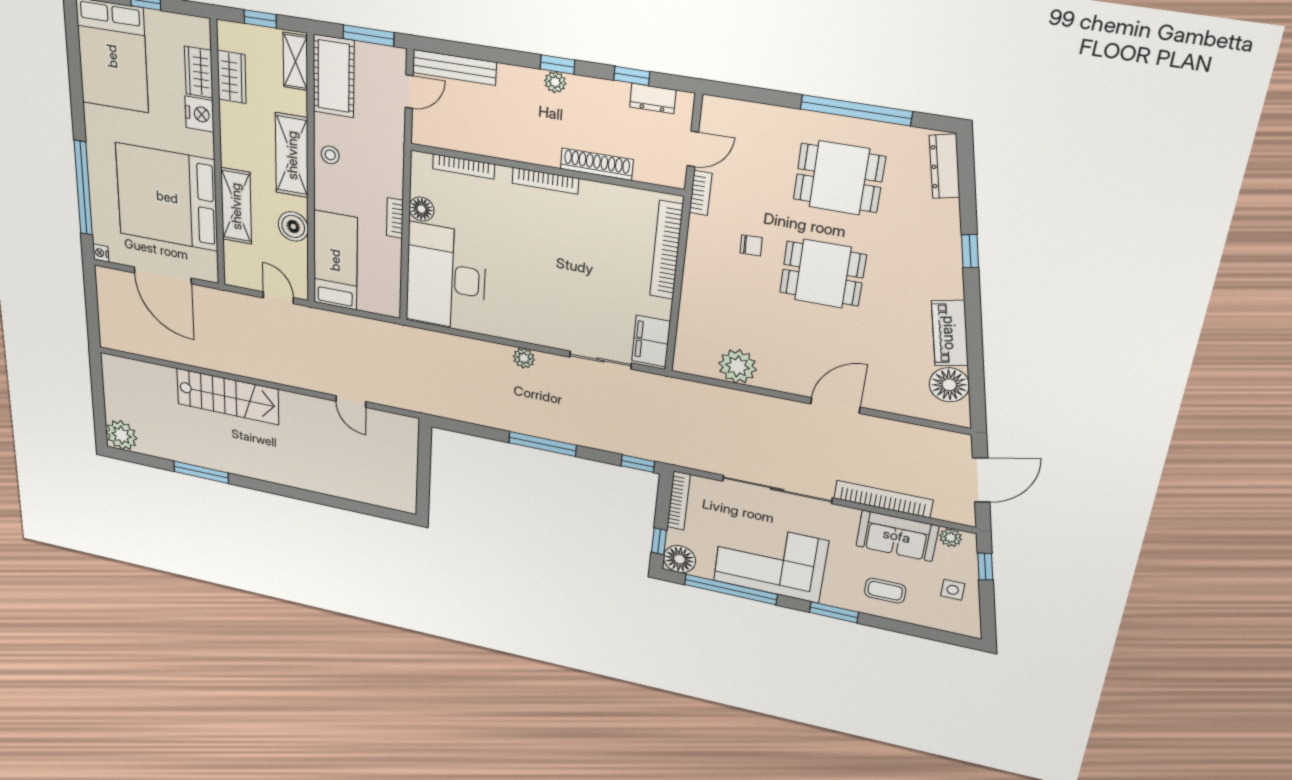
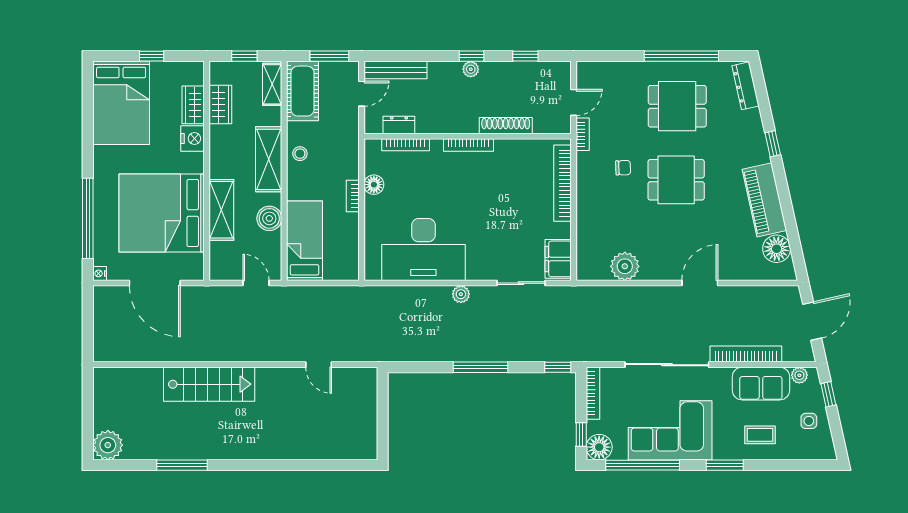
dresser: (653, 98) -> (399, 125), moved, turned 180
desk: (446, 277) -> (423, 249), moved, turned -90
piano: (950, 333) -> (764, 200), width x1.37, depth x1.33

